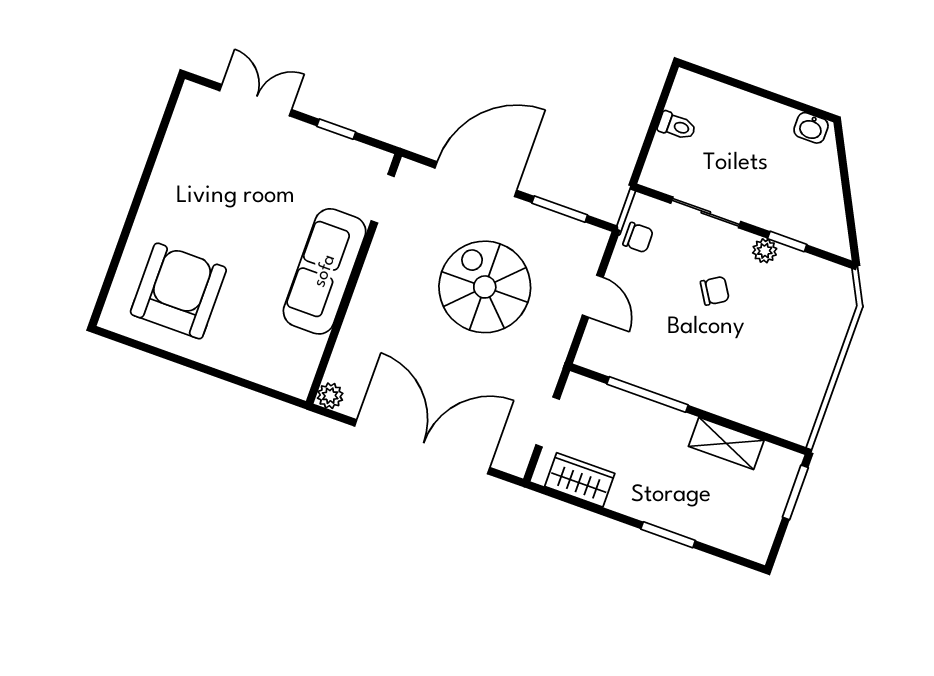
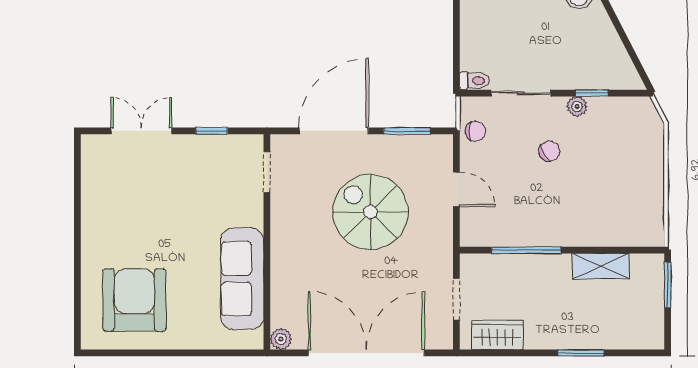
toilet: (677, 126) -> (474, 81), moved
sofa: (325, 271) -> (242, 279), moved

